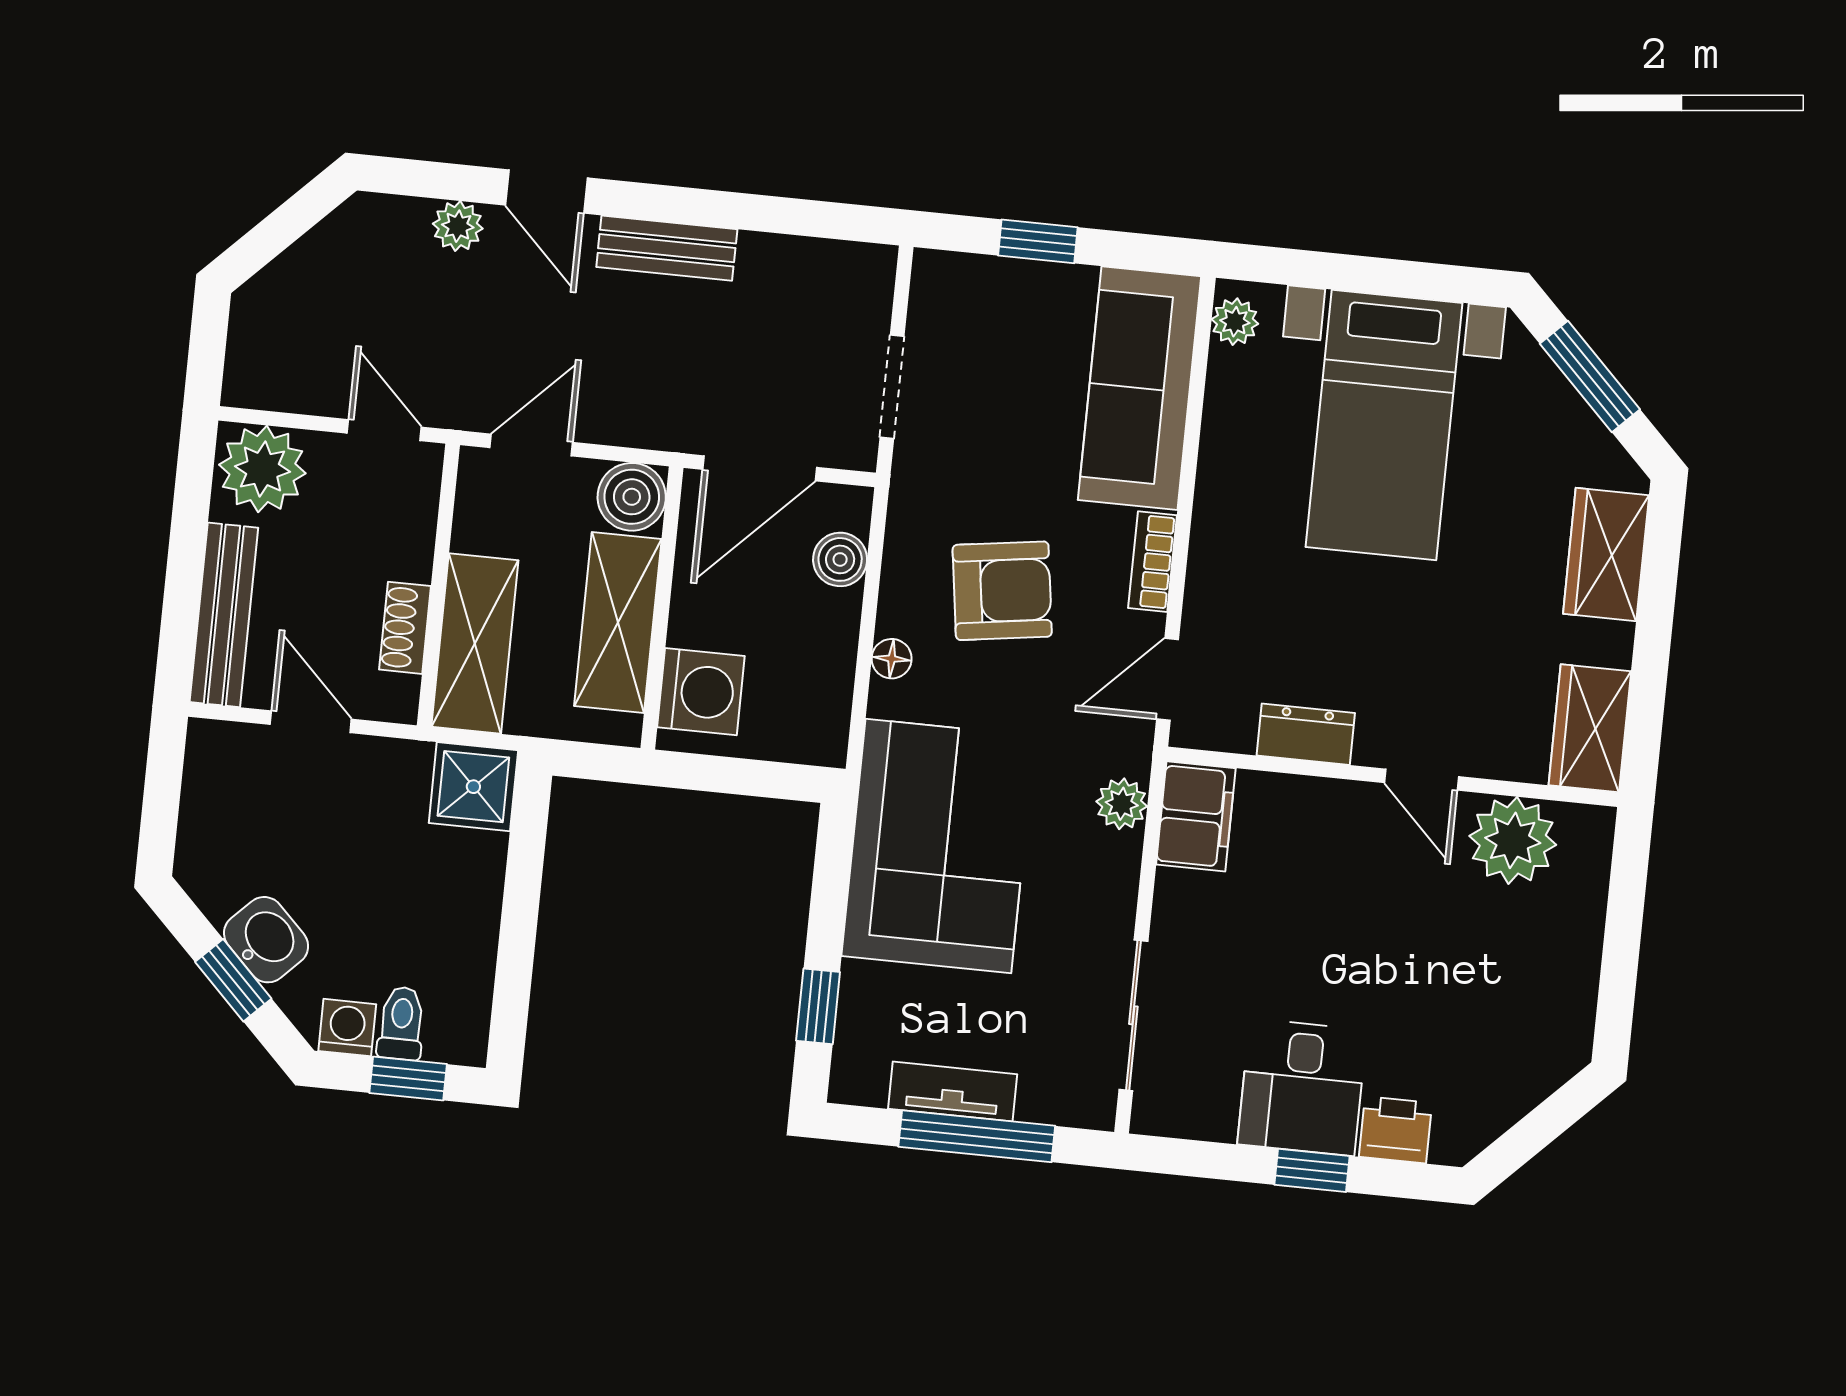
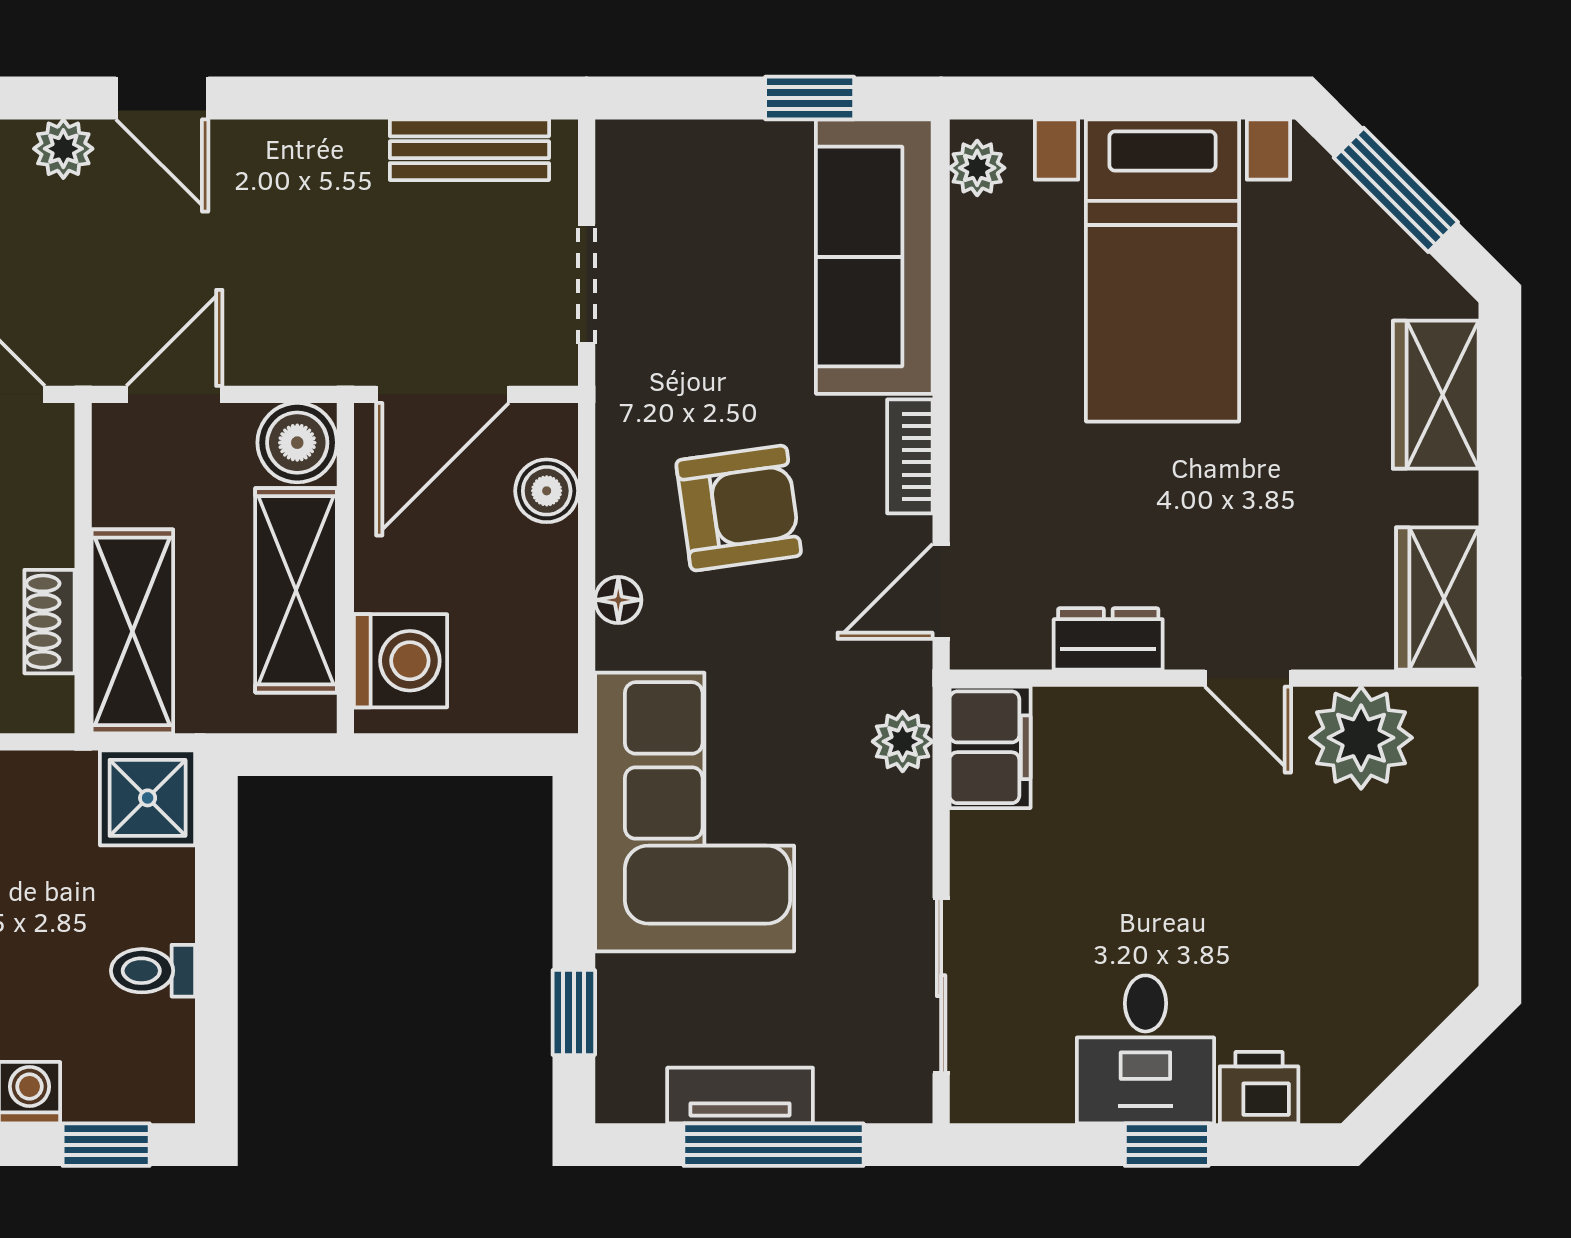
window: (1038, 241) -> (810, 98), moved
bench: (667, 248) -> (469, 150), moved
toilet: (401, 1023) -> (153, 971), moved, turned -90

